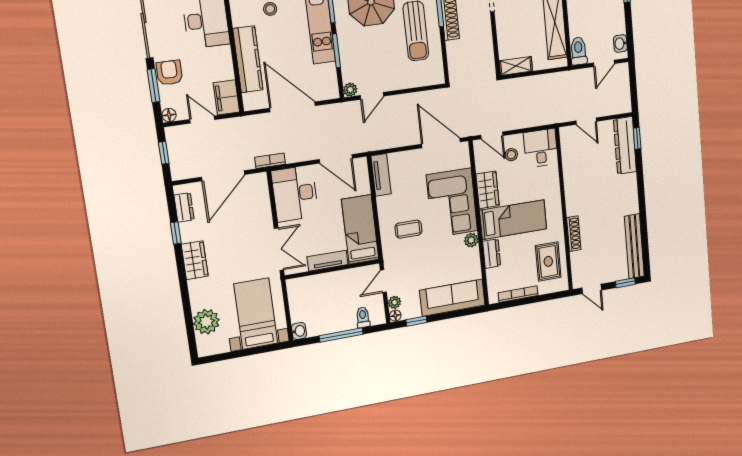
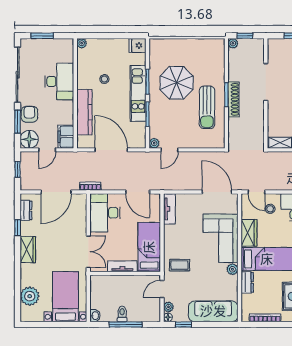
floor lamp: (169, 115) -> (29, 139), width x1.89, depth x1.89
door: (202, 119) -> (47, 150), swing flipped
coffee table: (408, 229) -> (180, 265), moved
toilet: (363, 317) -> (122, 314), moved

